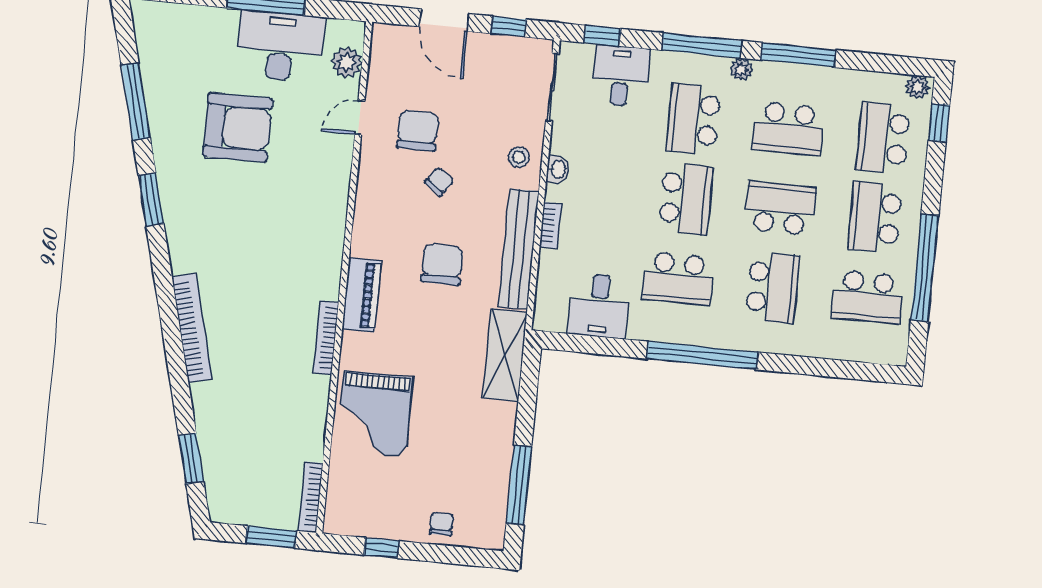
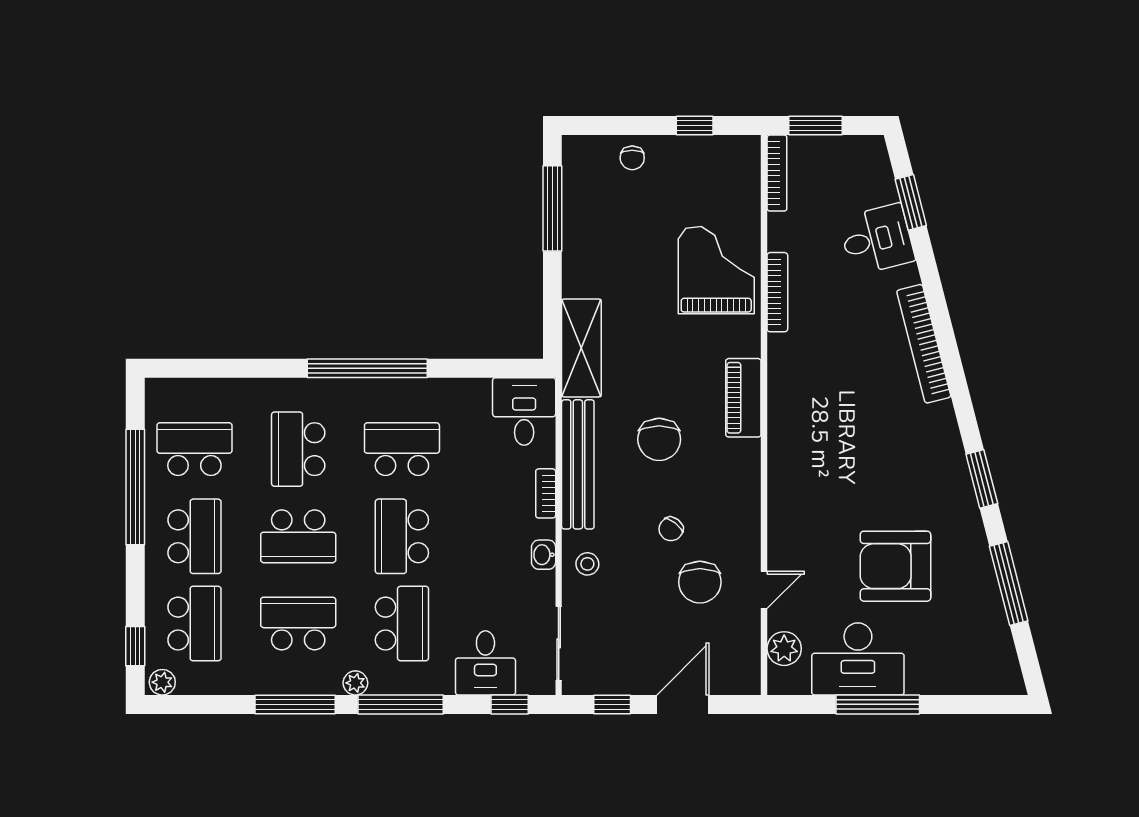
door: (444, 20) -> (683, 704), hinge flipped
desk: (599, 306) -> (524, 411), moved
bookcase: (326, 338) -> (777, 292), moved
desk: (225, 428) -> (877, 239), added

